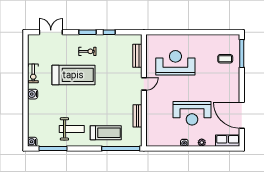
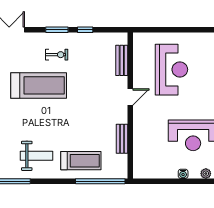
reception desk: (175, 63) -> (171, 70), turned 90

